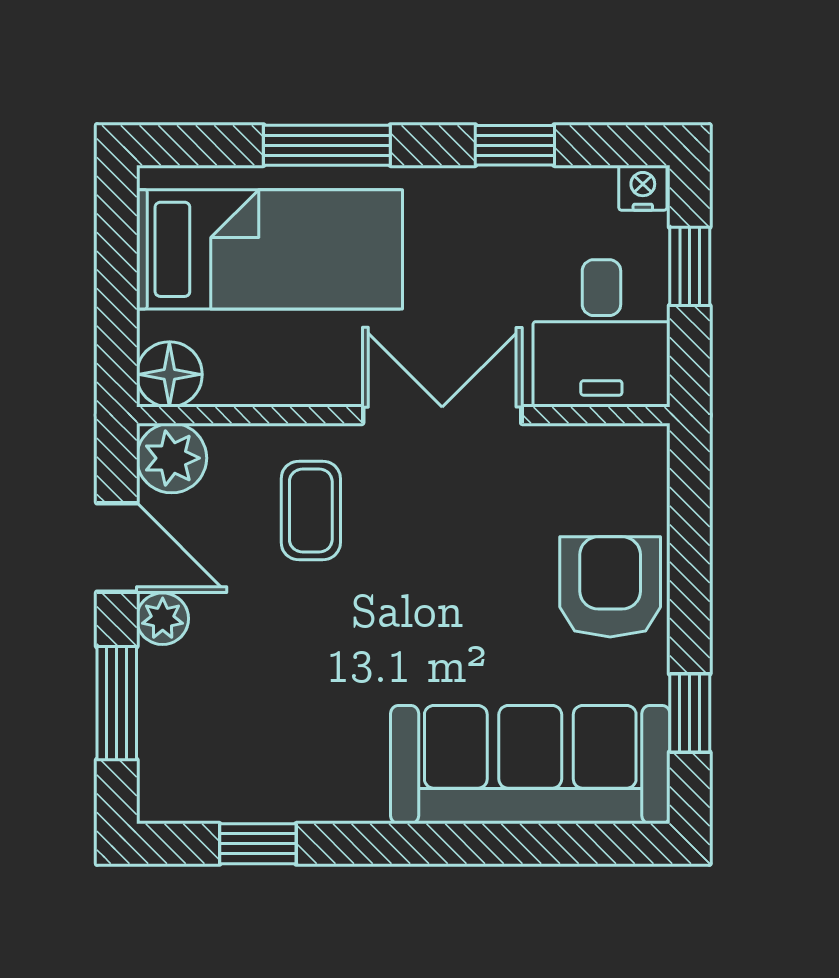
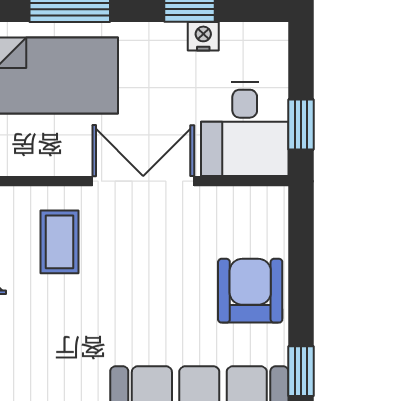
nightstand: (643, 188) -> (203, 36), moved
window: (690, 266) -> (301, 124), moved

